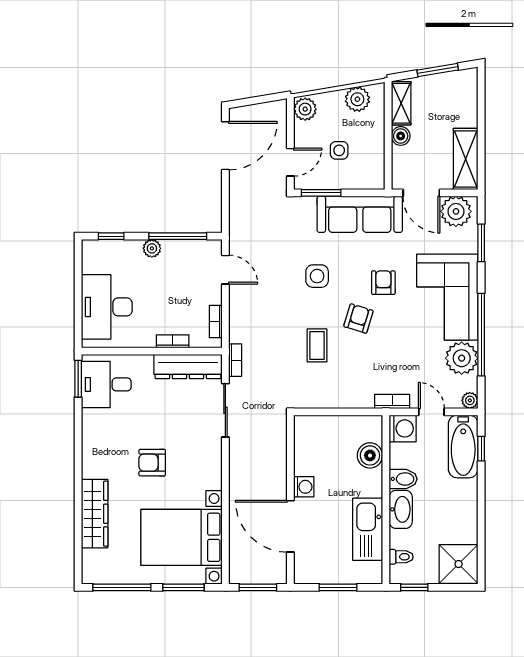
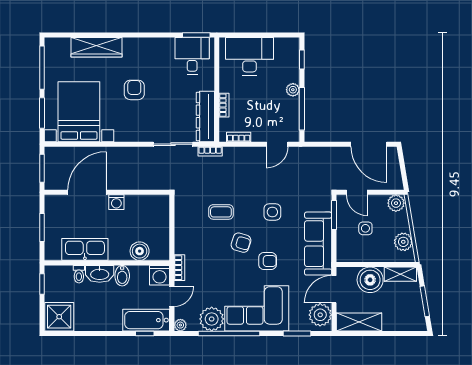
boiler: (401, 136) -> (370, 280), width x1.86, depth x1.86
toilet: (401, 557) -> (79, 274), moved

